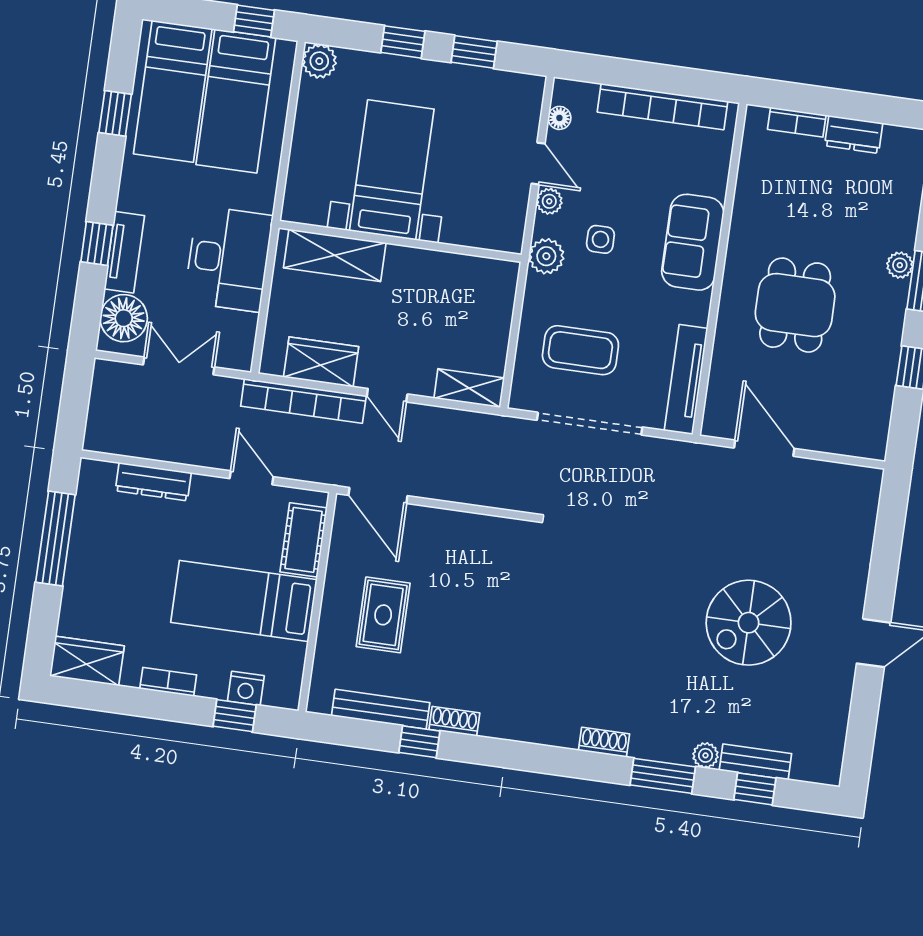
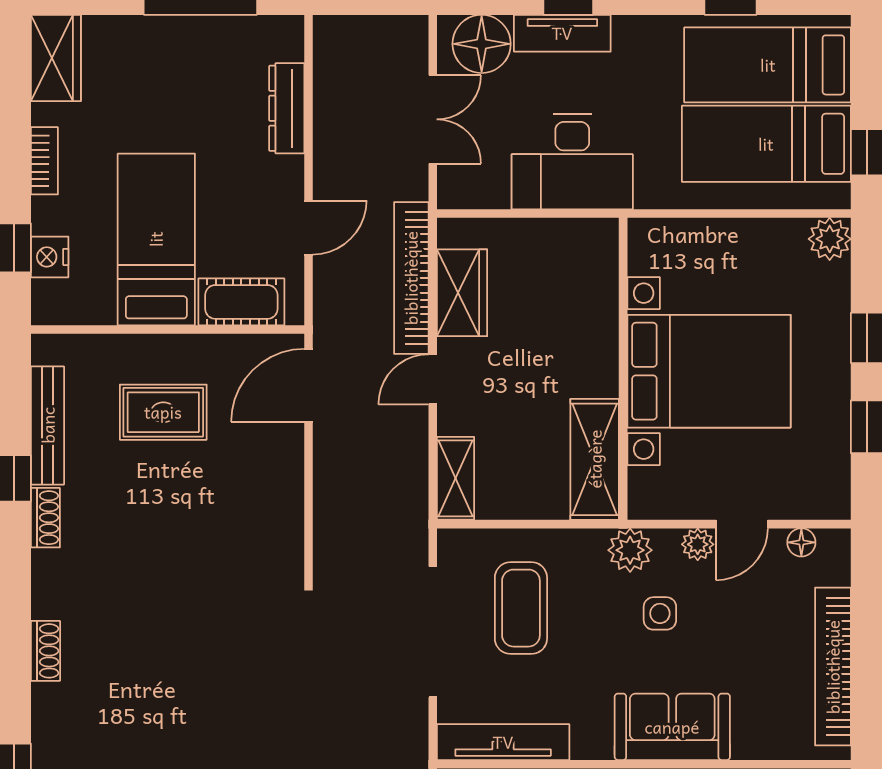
bed with nightstands: (392, 170) -> (709, 371), width x1.36
shelving: (335, 255) -> (595, 459), moved
shoe rack: (604, 742) -> (46, 651), moved

